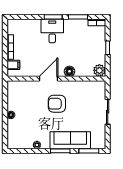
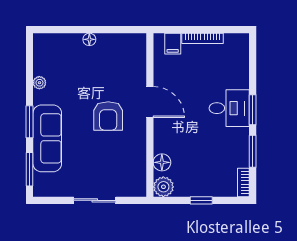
floor lamp: (69, 71) -> (162, 162), moved
armchair: (57, 104) -> (108, 116), turned 180

